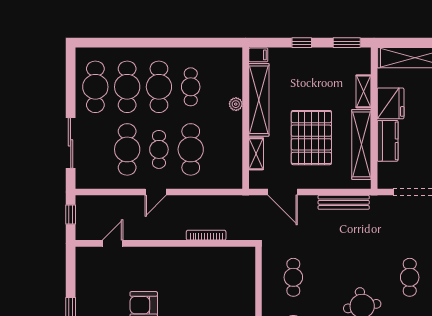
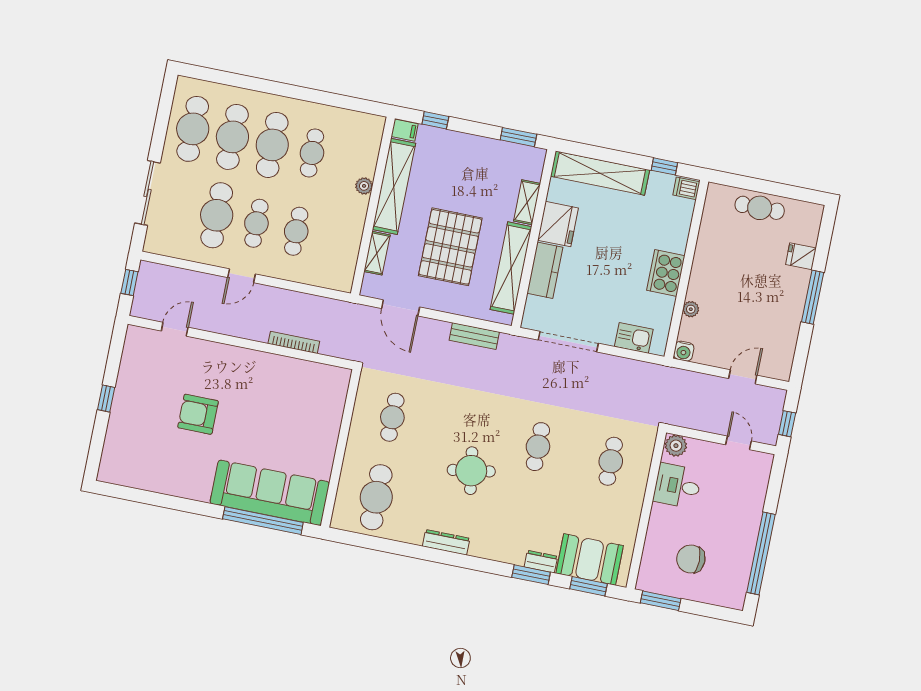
window: (302, 43) -> (435, 120), moved
cafe table: (191, 149) -> (296, 231), width x0.73, depth x0.74
bench: (344, 202) -> (474, 336), width x0.73

